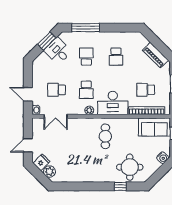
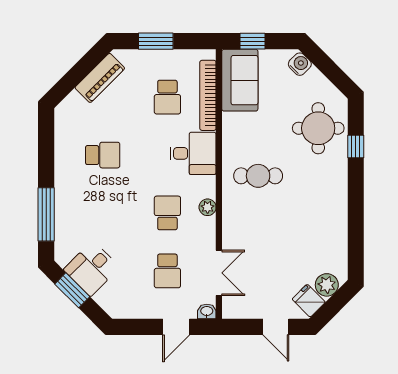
school desk: (86, 57) -> (103, 213), removed
school desk: (86, 90) -> (167, 213), turned -90
desk: (113, 103) -> (193, 153), width x0.73

